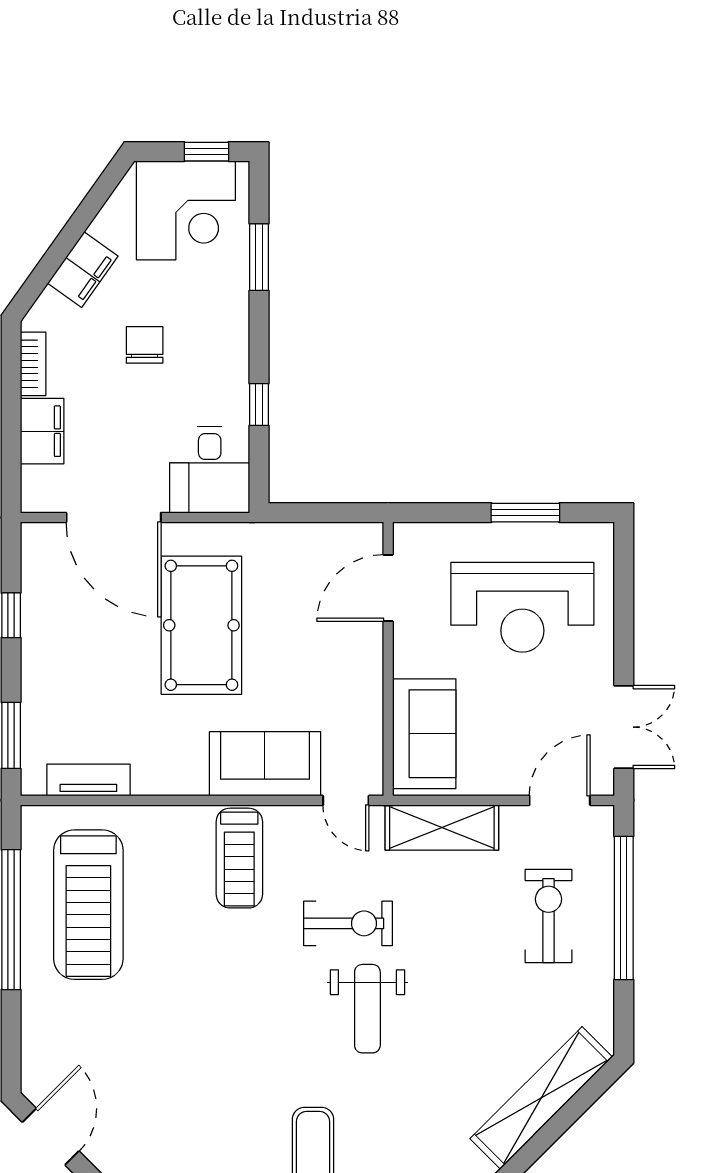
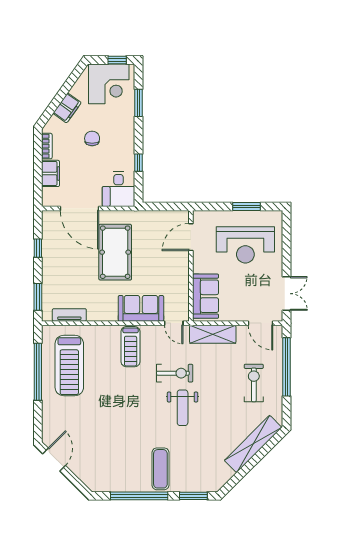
door: (560, 800) -> (261, 323), swing flipped
exercise bike: (548, 916) -> (254, 383), moved

